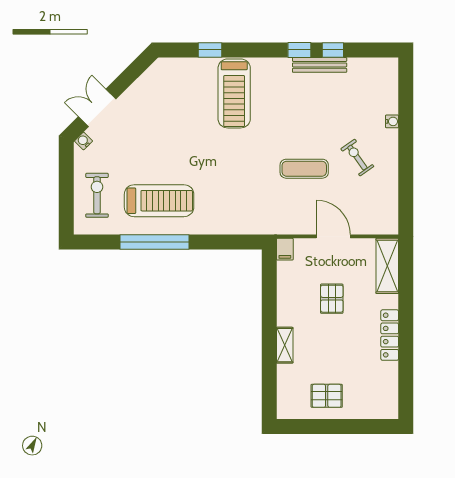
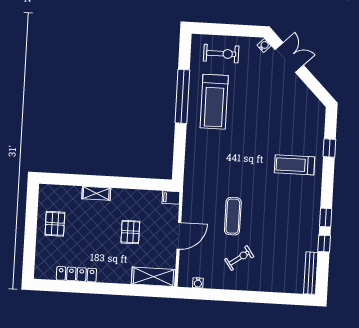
bench: (320, 65) -> (311, 273), moved
treadmill: (234, 93) -> (294, 165), width x0.73, depth x0.73
water cooler: (392, 121) -> (198, 283), moved
pallet: (332, 299) -> (130, 232), turned 90
locker: (390, 335) -> (76, 274), moved

